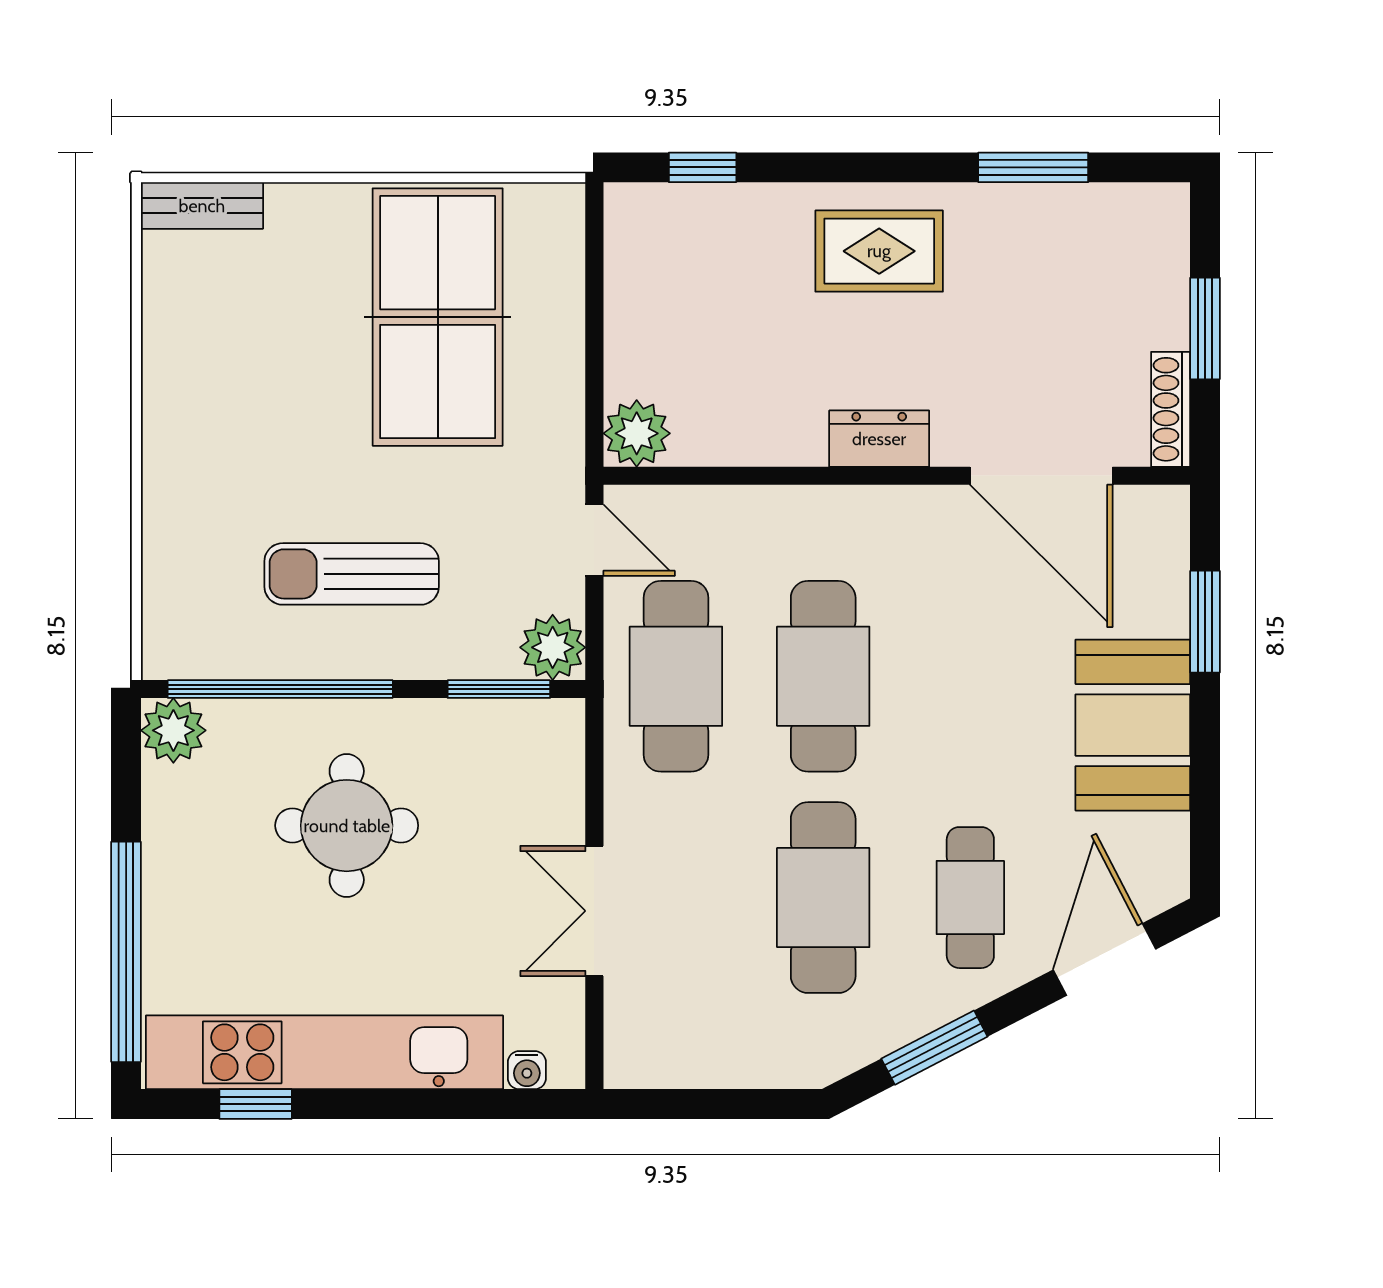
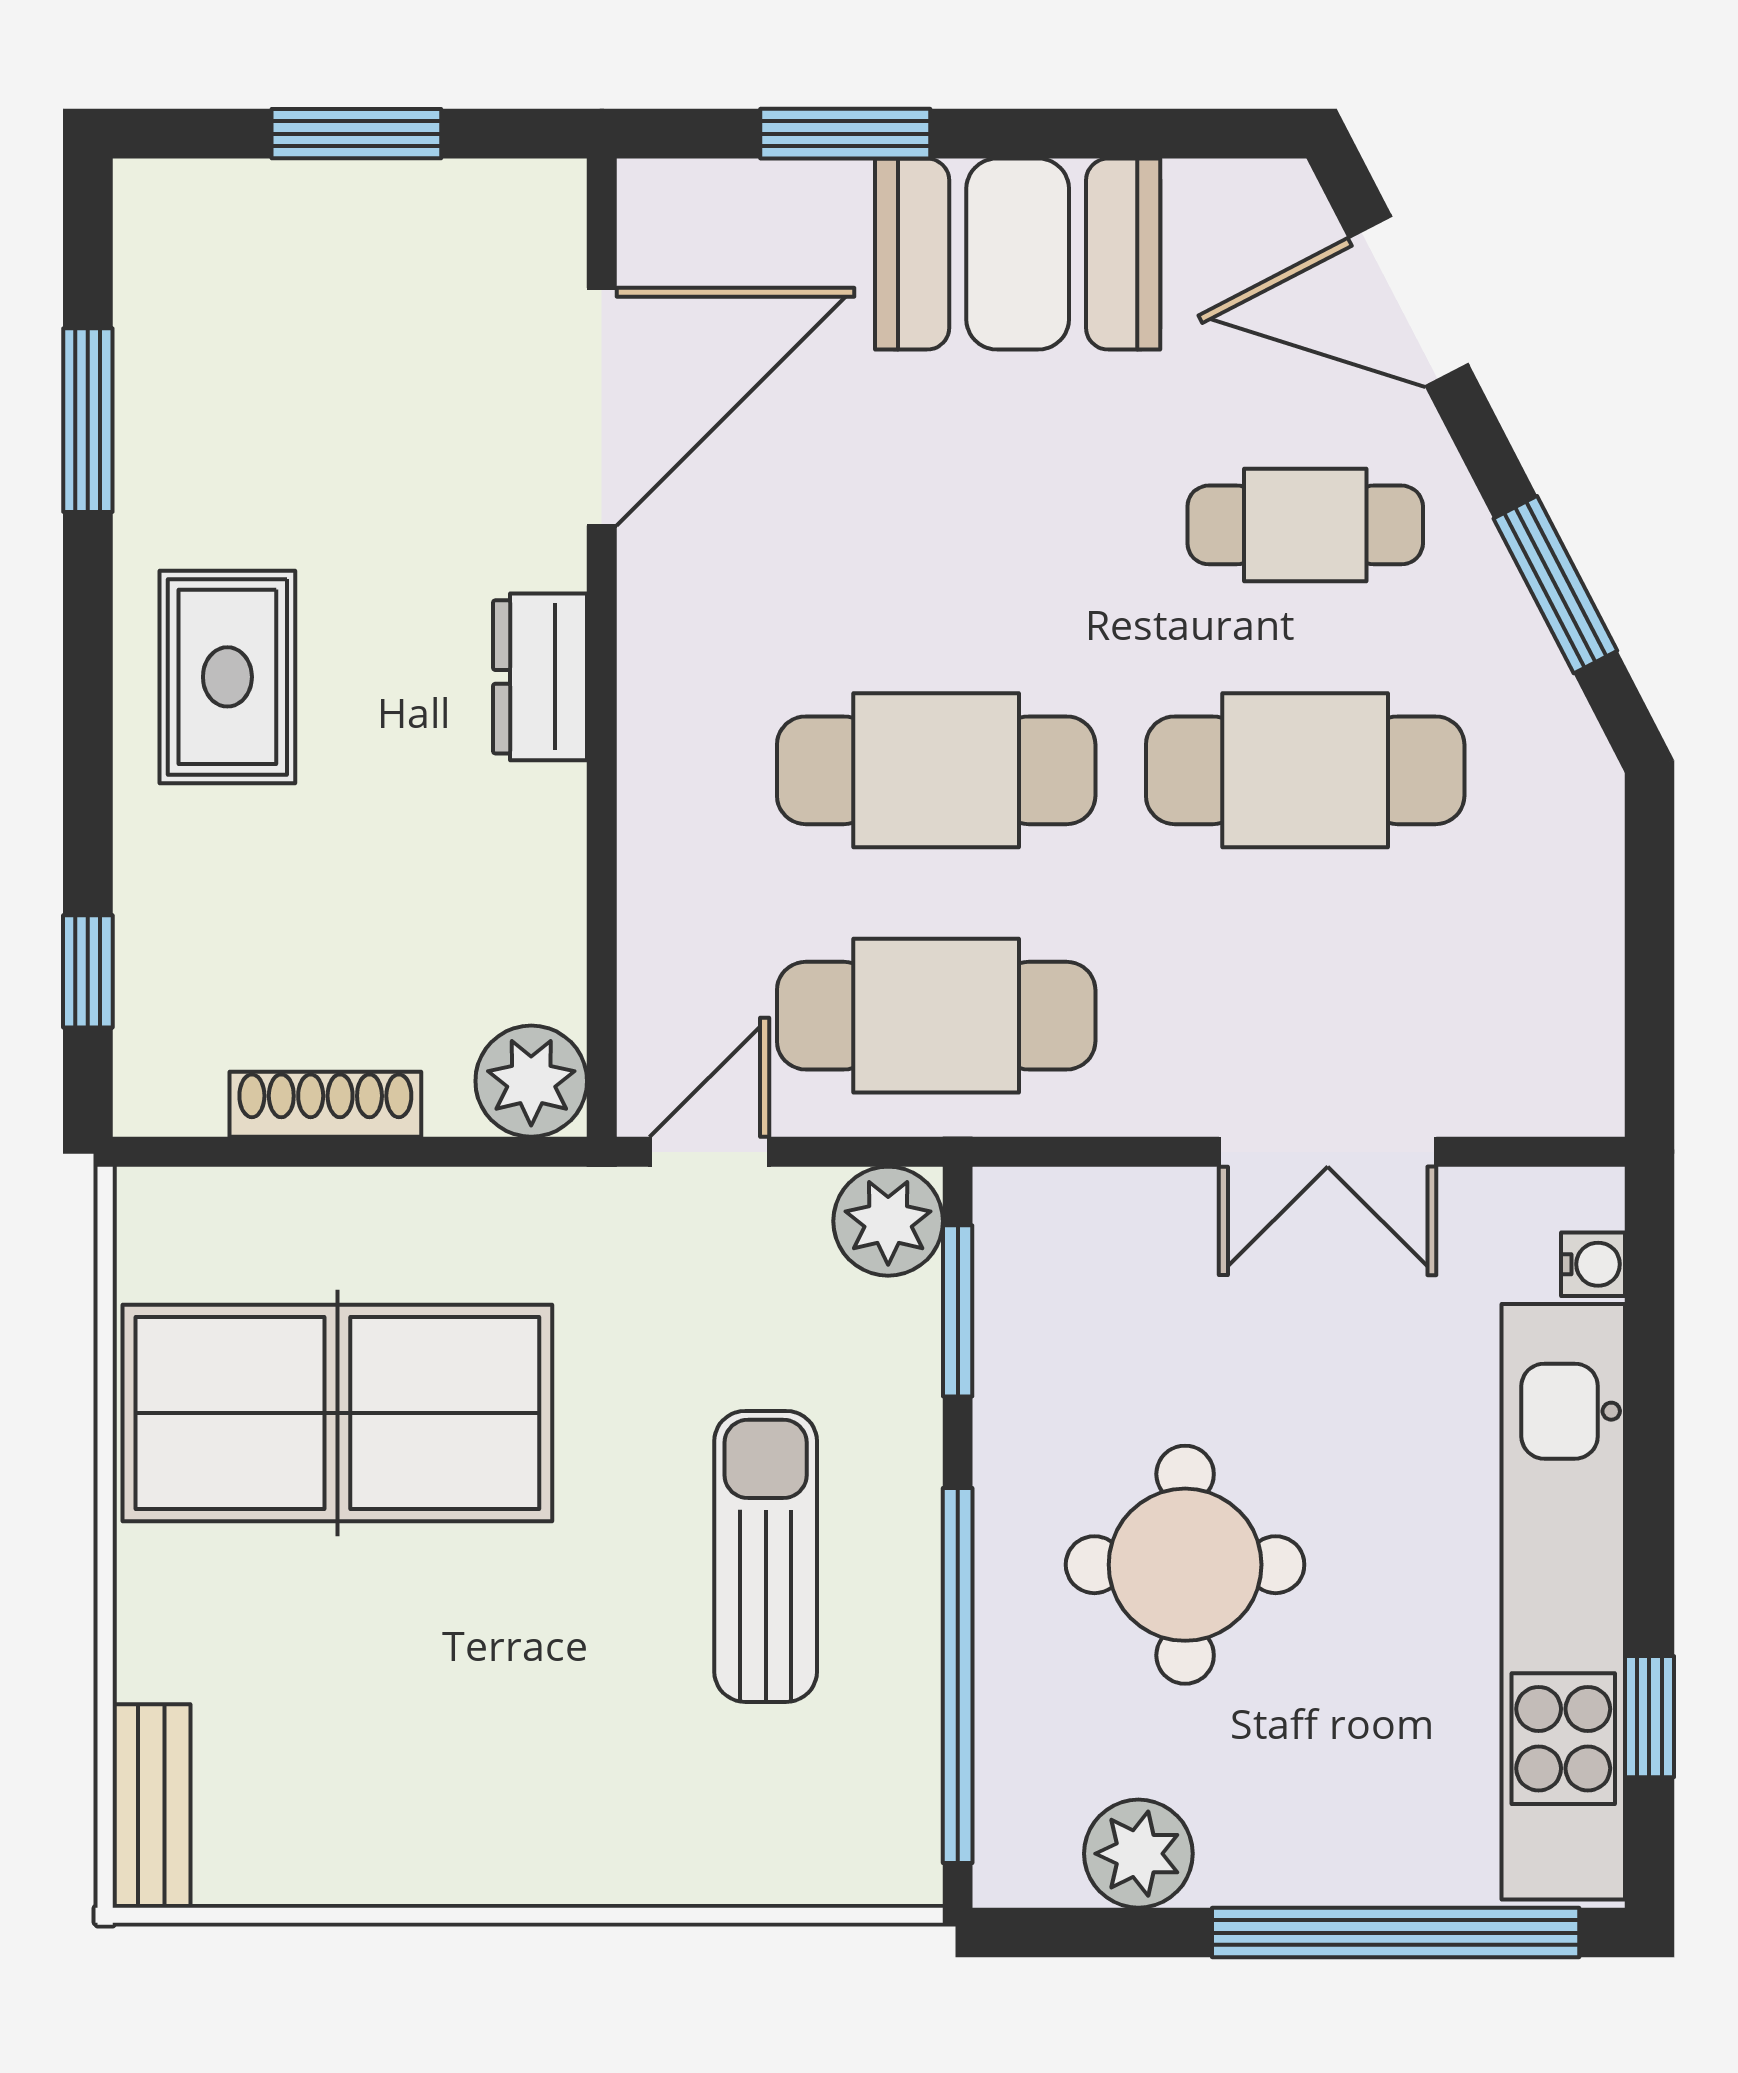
shoe rack: (1171, 409) -> (325, 1104), moved, turned 180
sun lounger: (352, 574) -> (766, 1556), turned 180
plant: (173, 730) -> (1138, 1854), moved

